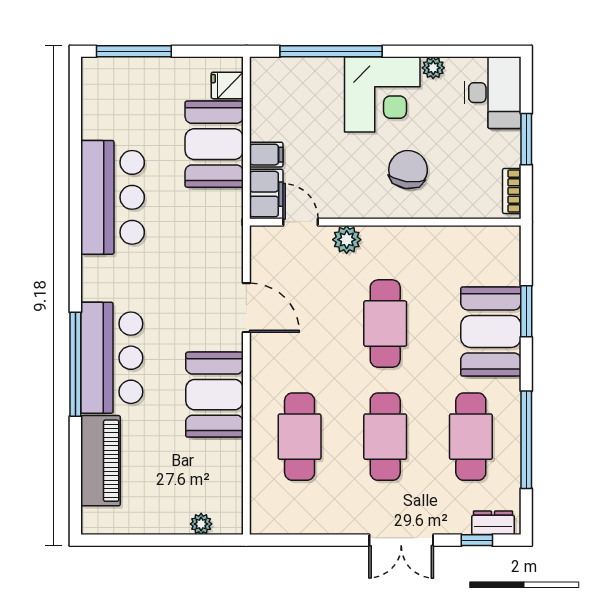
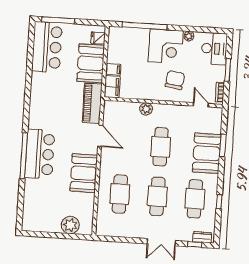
bar counter: (113, 197) -> (47, 47), moved
door: (301, 222) -> (201, 105), moved
window: (526, 440) -> (219, 202), width x0.32
piano: (101, 461) -> (92, 103), moved, turned 180
plant: (201, 524) -> (70, 225), width x1.87, depth x1.87

